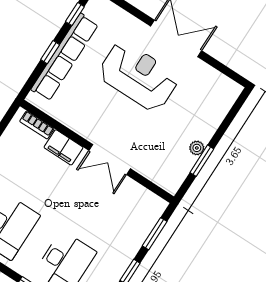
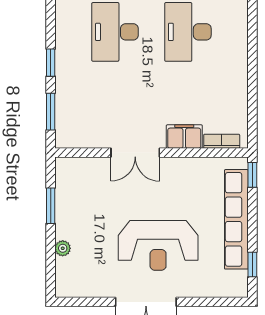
window: (50, 52) -> (252, 175), moved
plant: (197, 148) -> (63, 248), moved
double door: (110, 160) -> (135, 153), swing flipped

